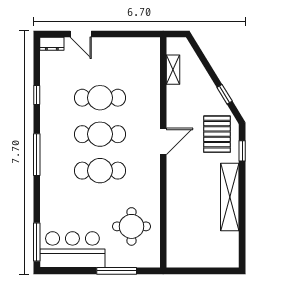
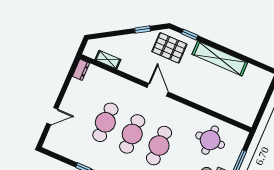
dresser: (52, 44) -> (81, 70), moved

